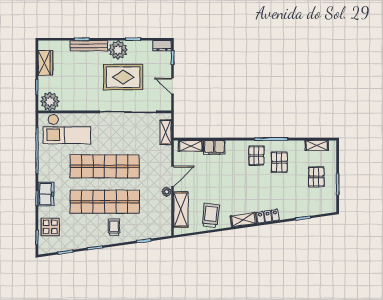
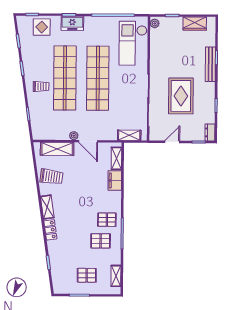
plant: (118, 50) -> (206, 91), removed
plant: (50, 101) -> (155, 23), width x0.53, depth x0.53

